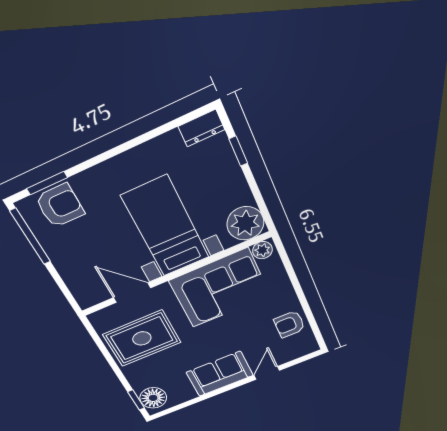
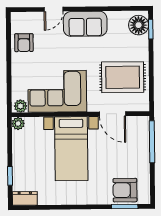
plant: (245, 223) -> (18, 123), width x0.53, depth x0.53
window: (30, 236) -> (152, 142), moved
armchair: (289, 324) -> (24, 43), turned 90

